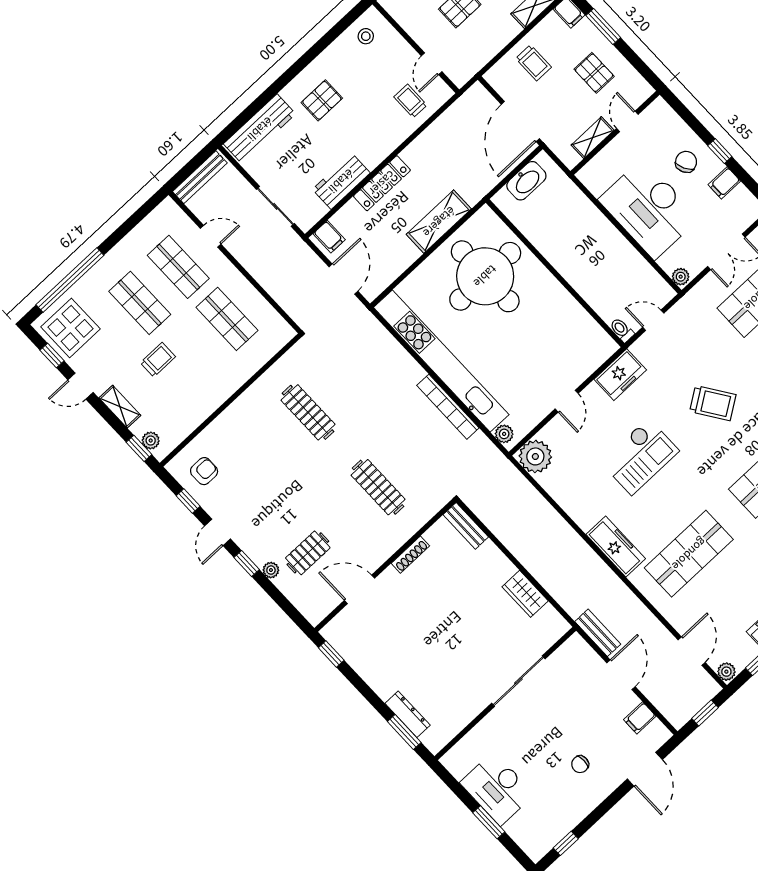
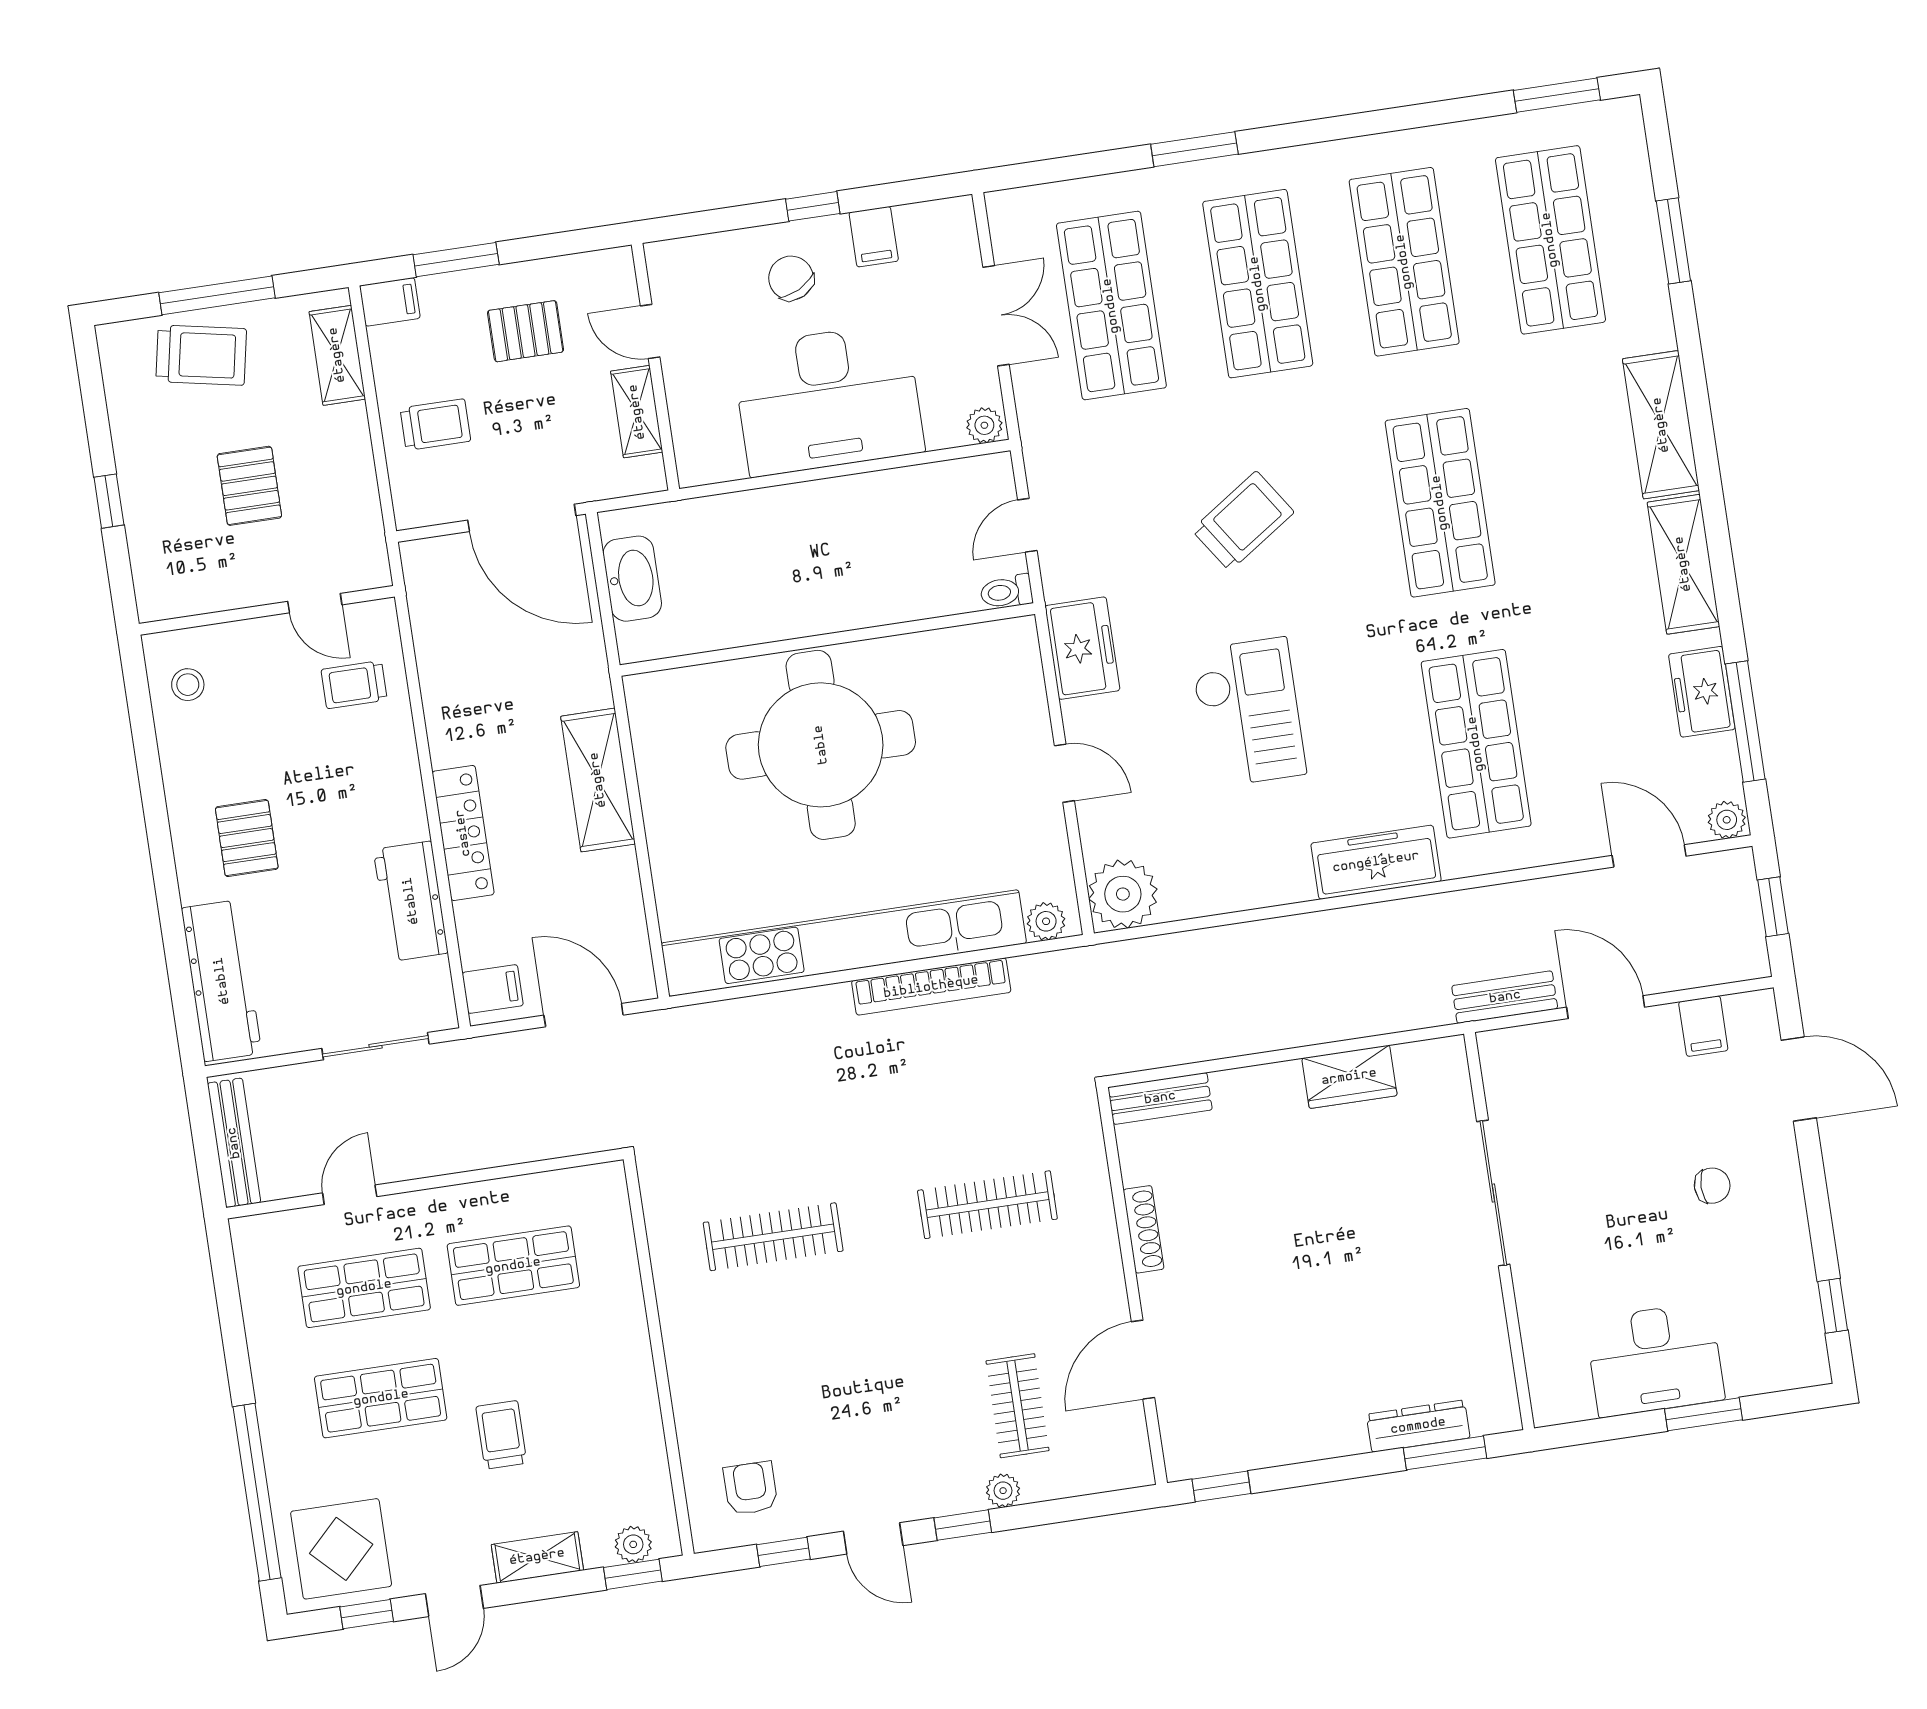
round table: (485, 276) -> (821, 745), moved
chair: (580, 764) -> (1712, 1186), turned -90

